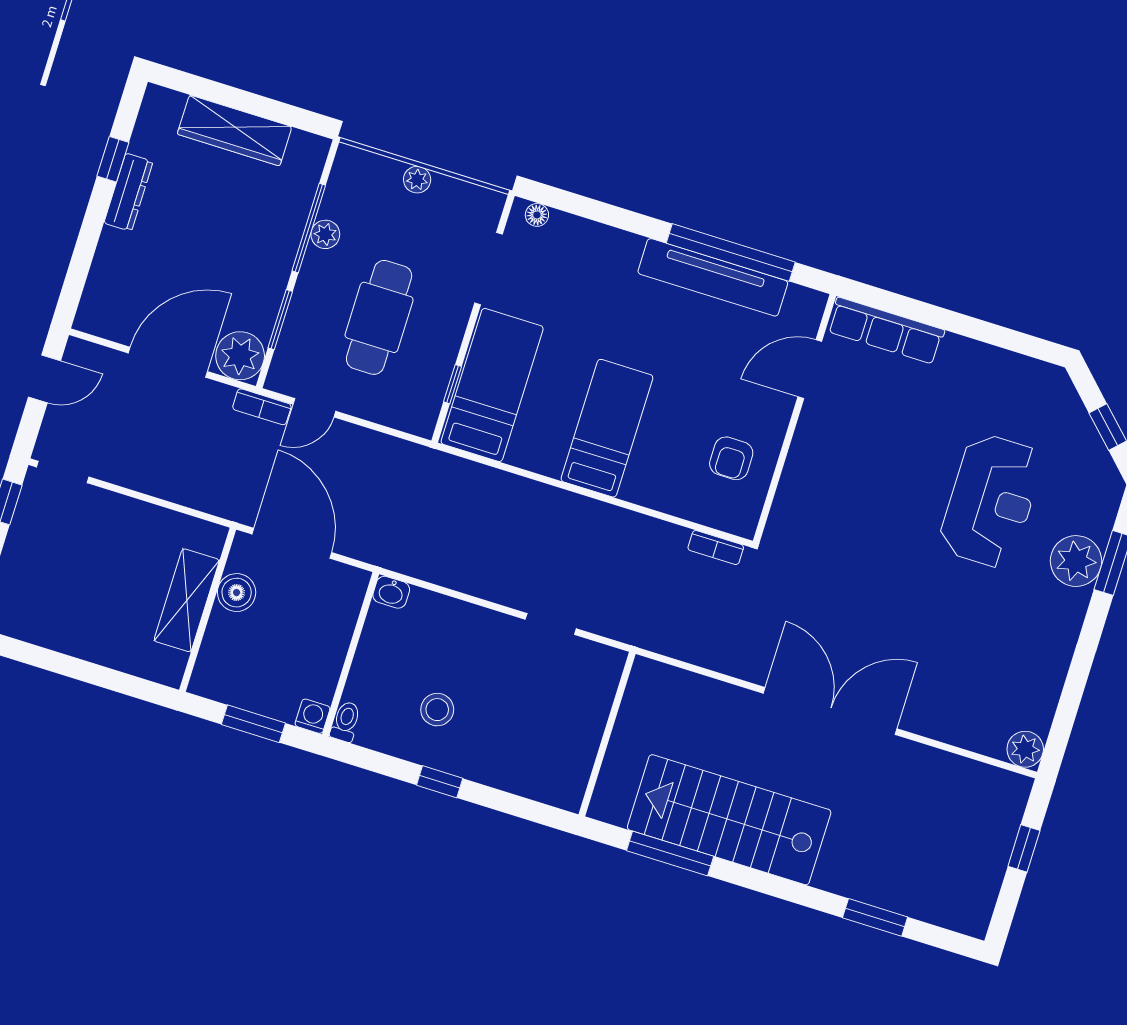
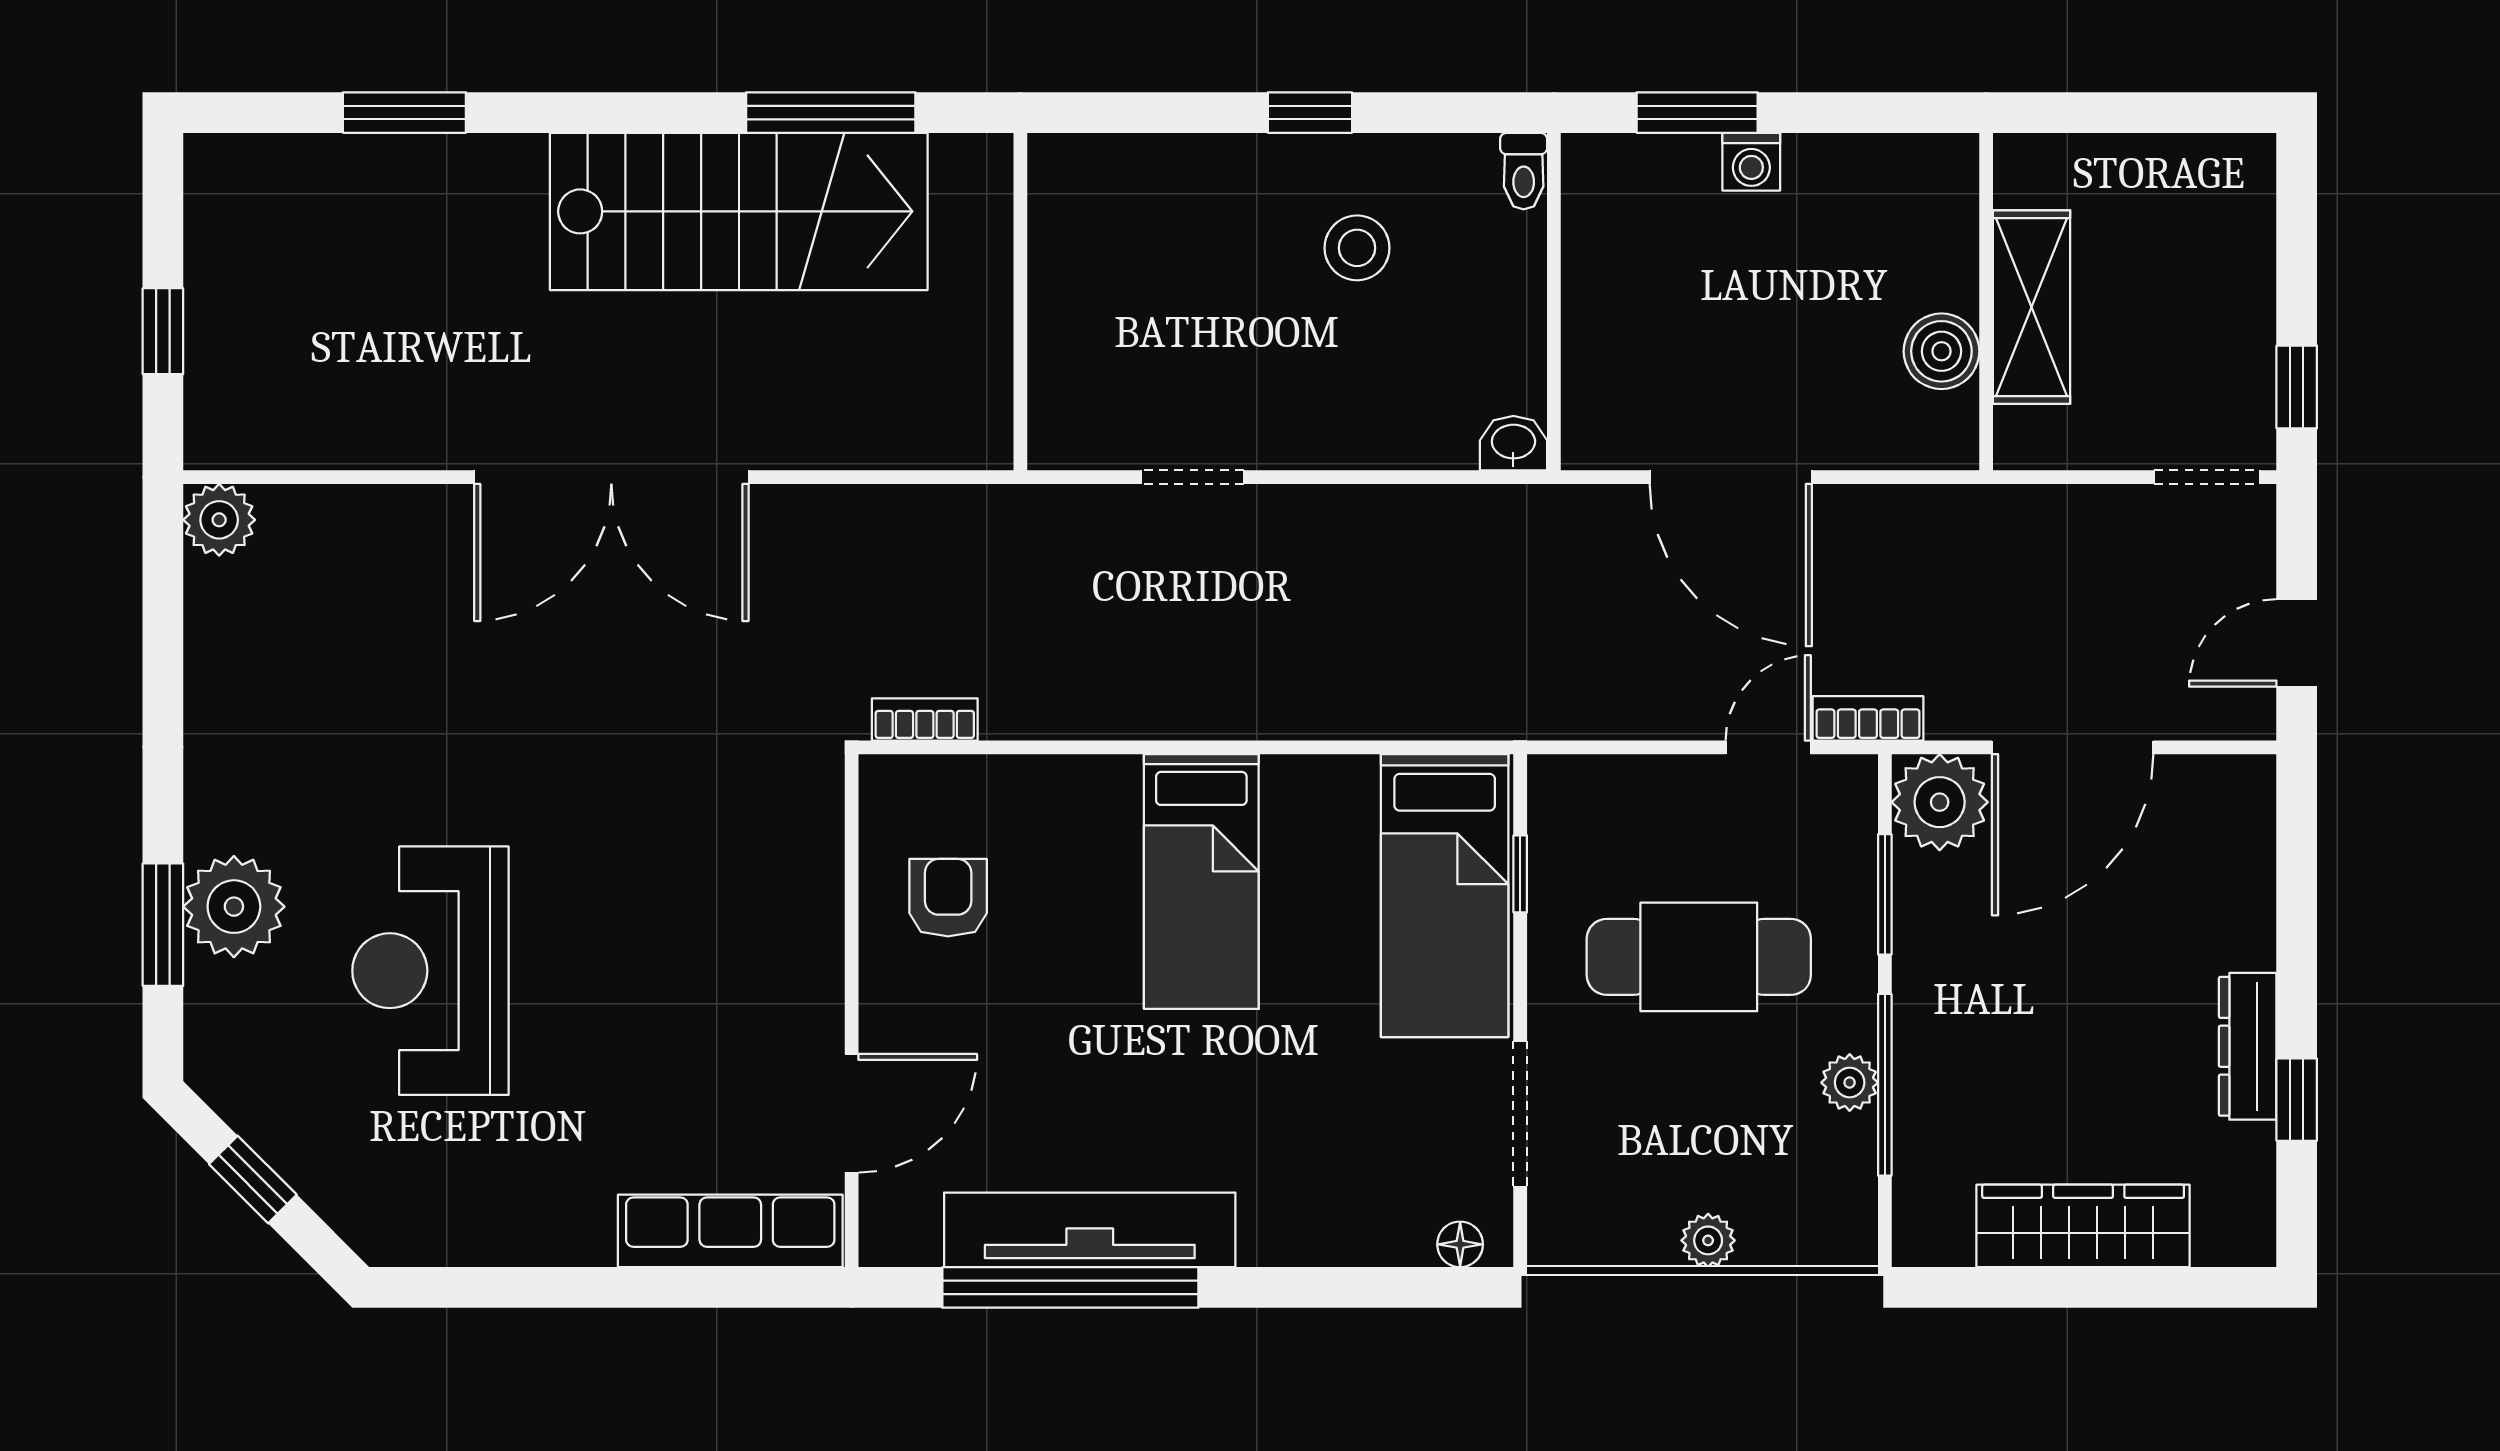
cafe table: (379, 317) -> (1699, 957), turned 90
boiler: (237, 593) -> (1941, 351), moved
shelving: (187, 600) -> (2031, 307), moved
wall: (208, 610) -> (1986, 302), moved
washing machine: (312, 716) -> (1751, 162), moved

